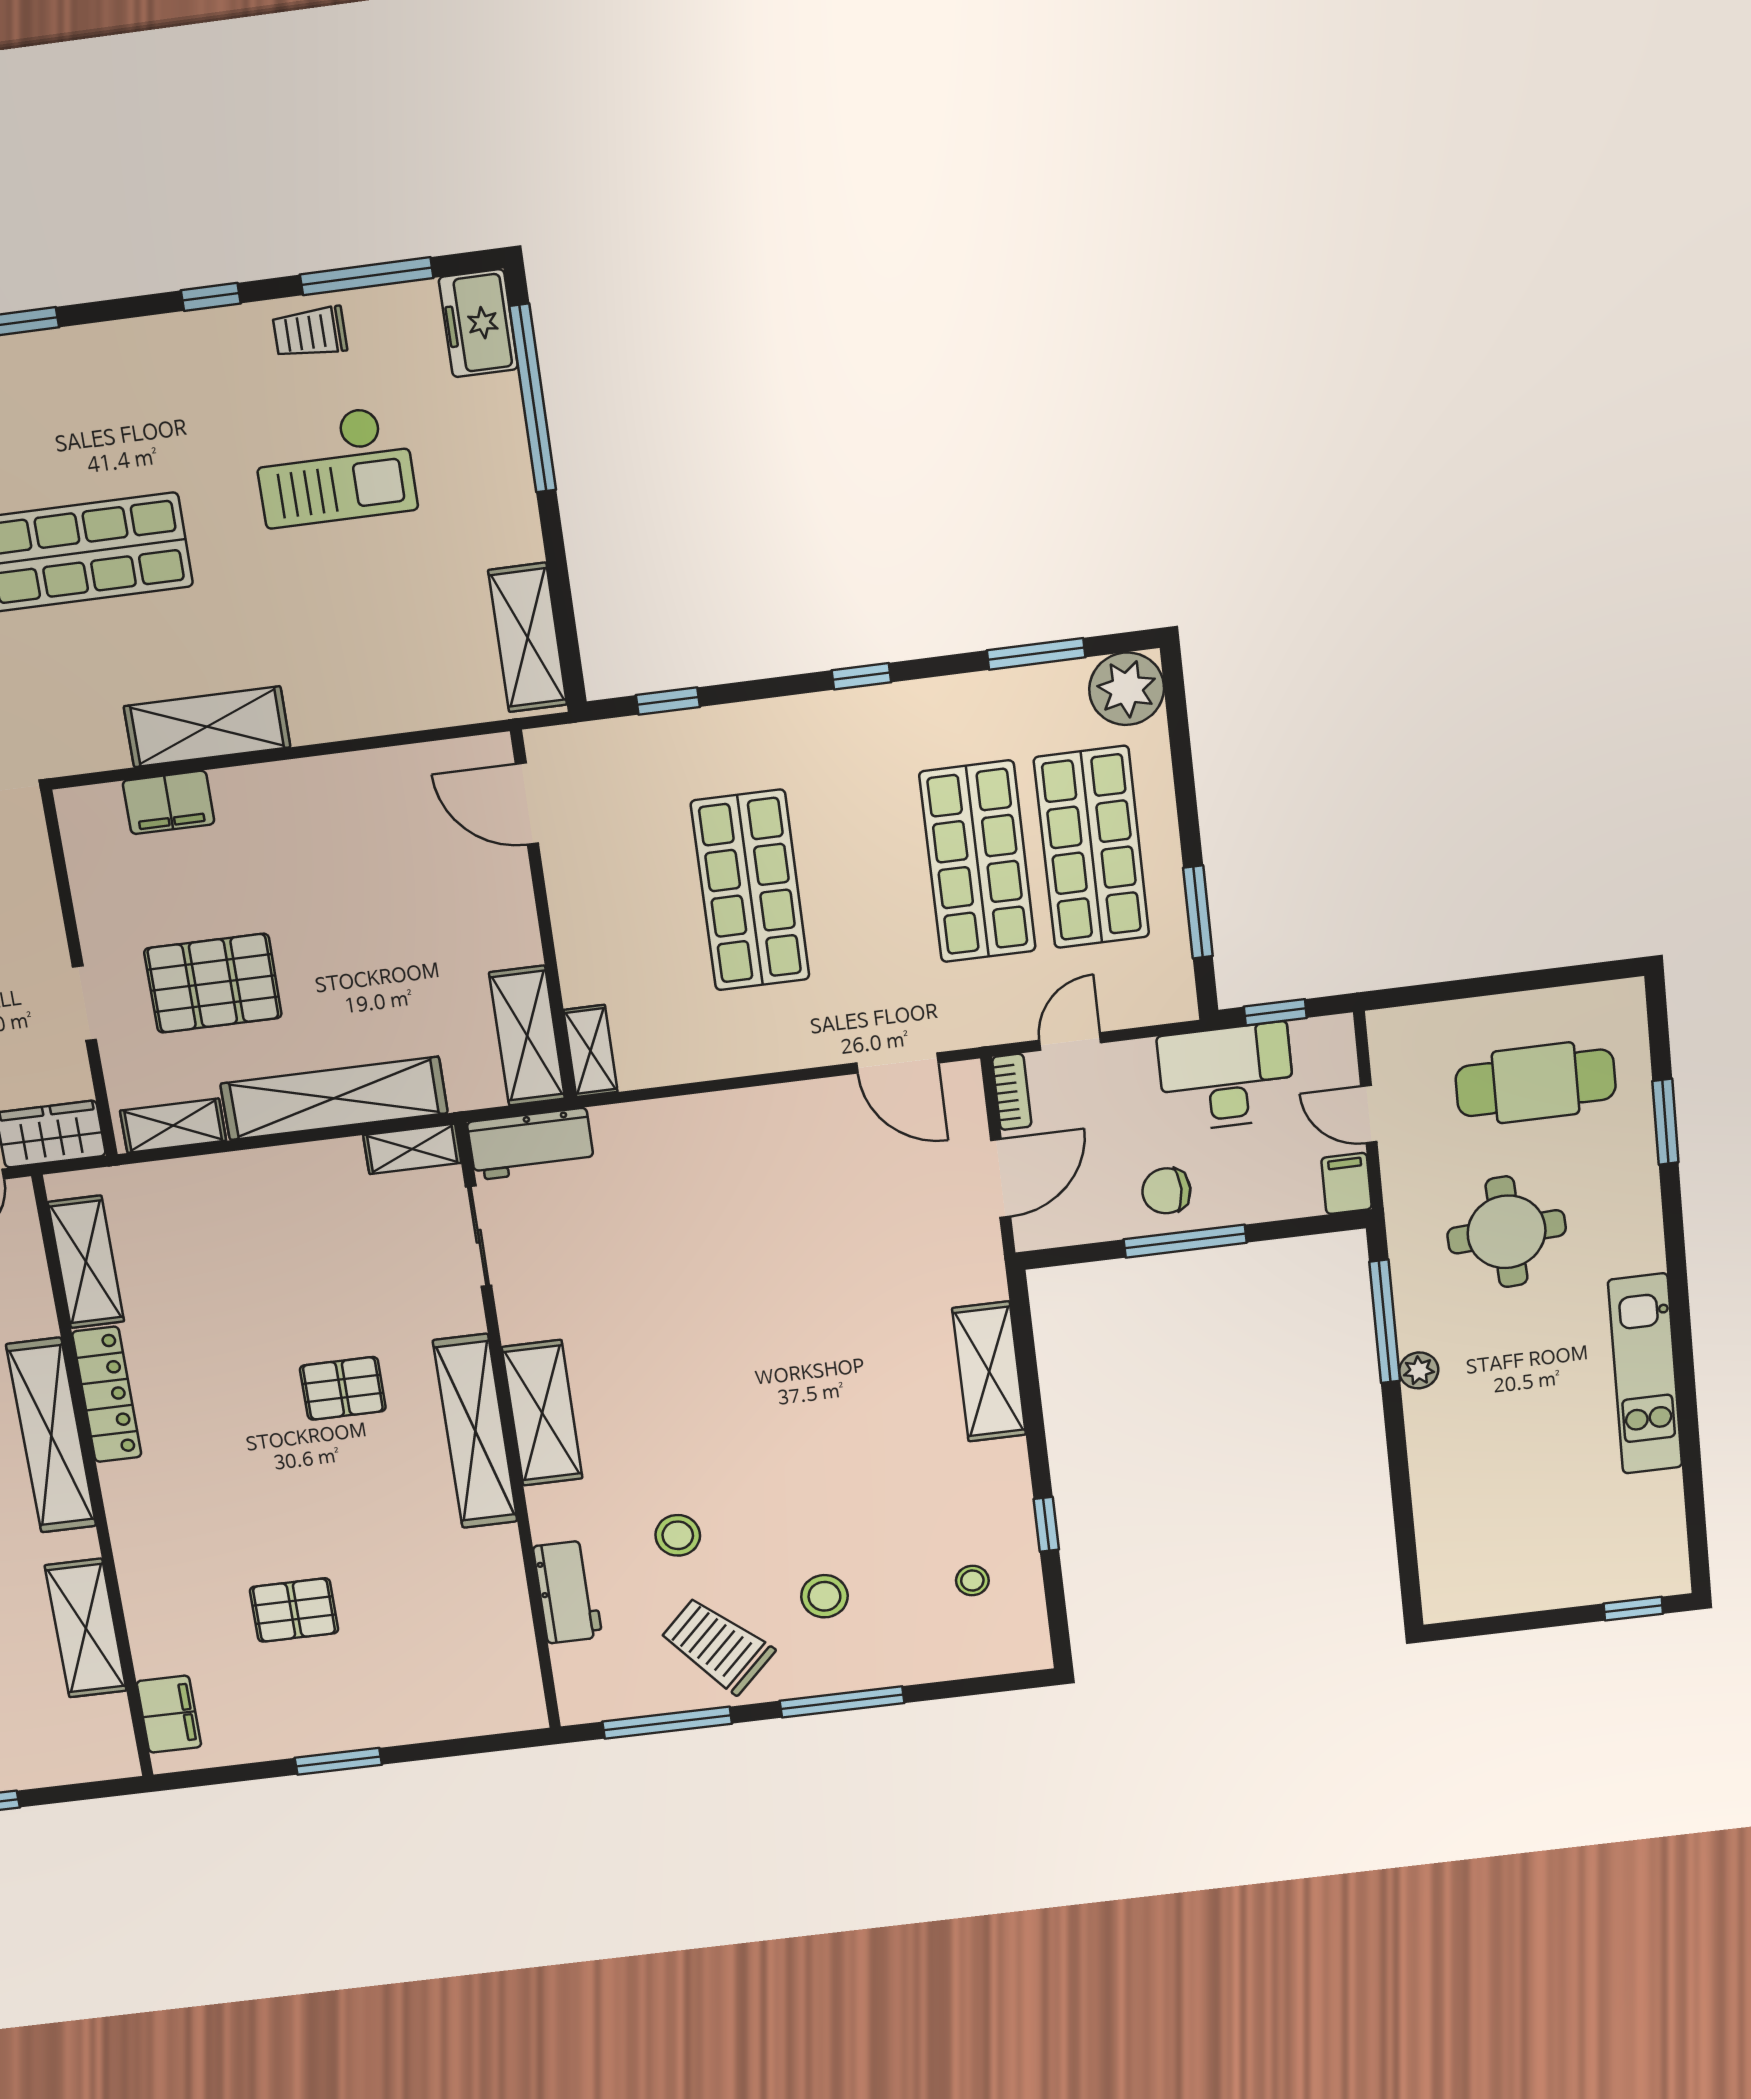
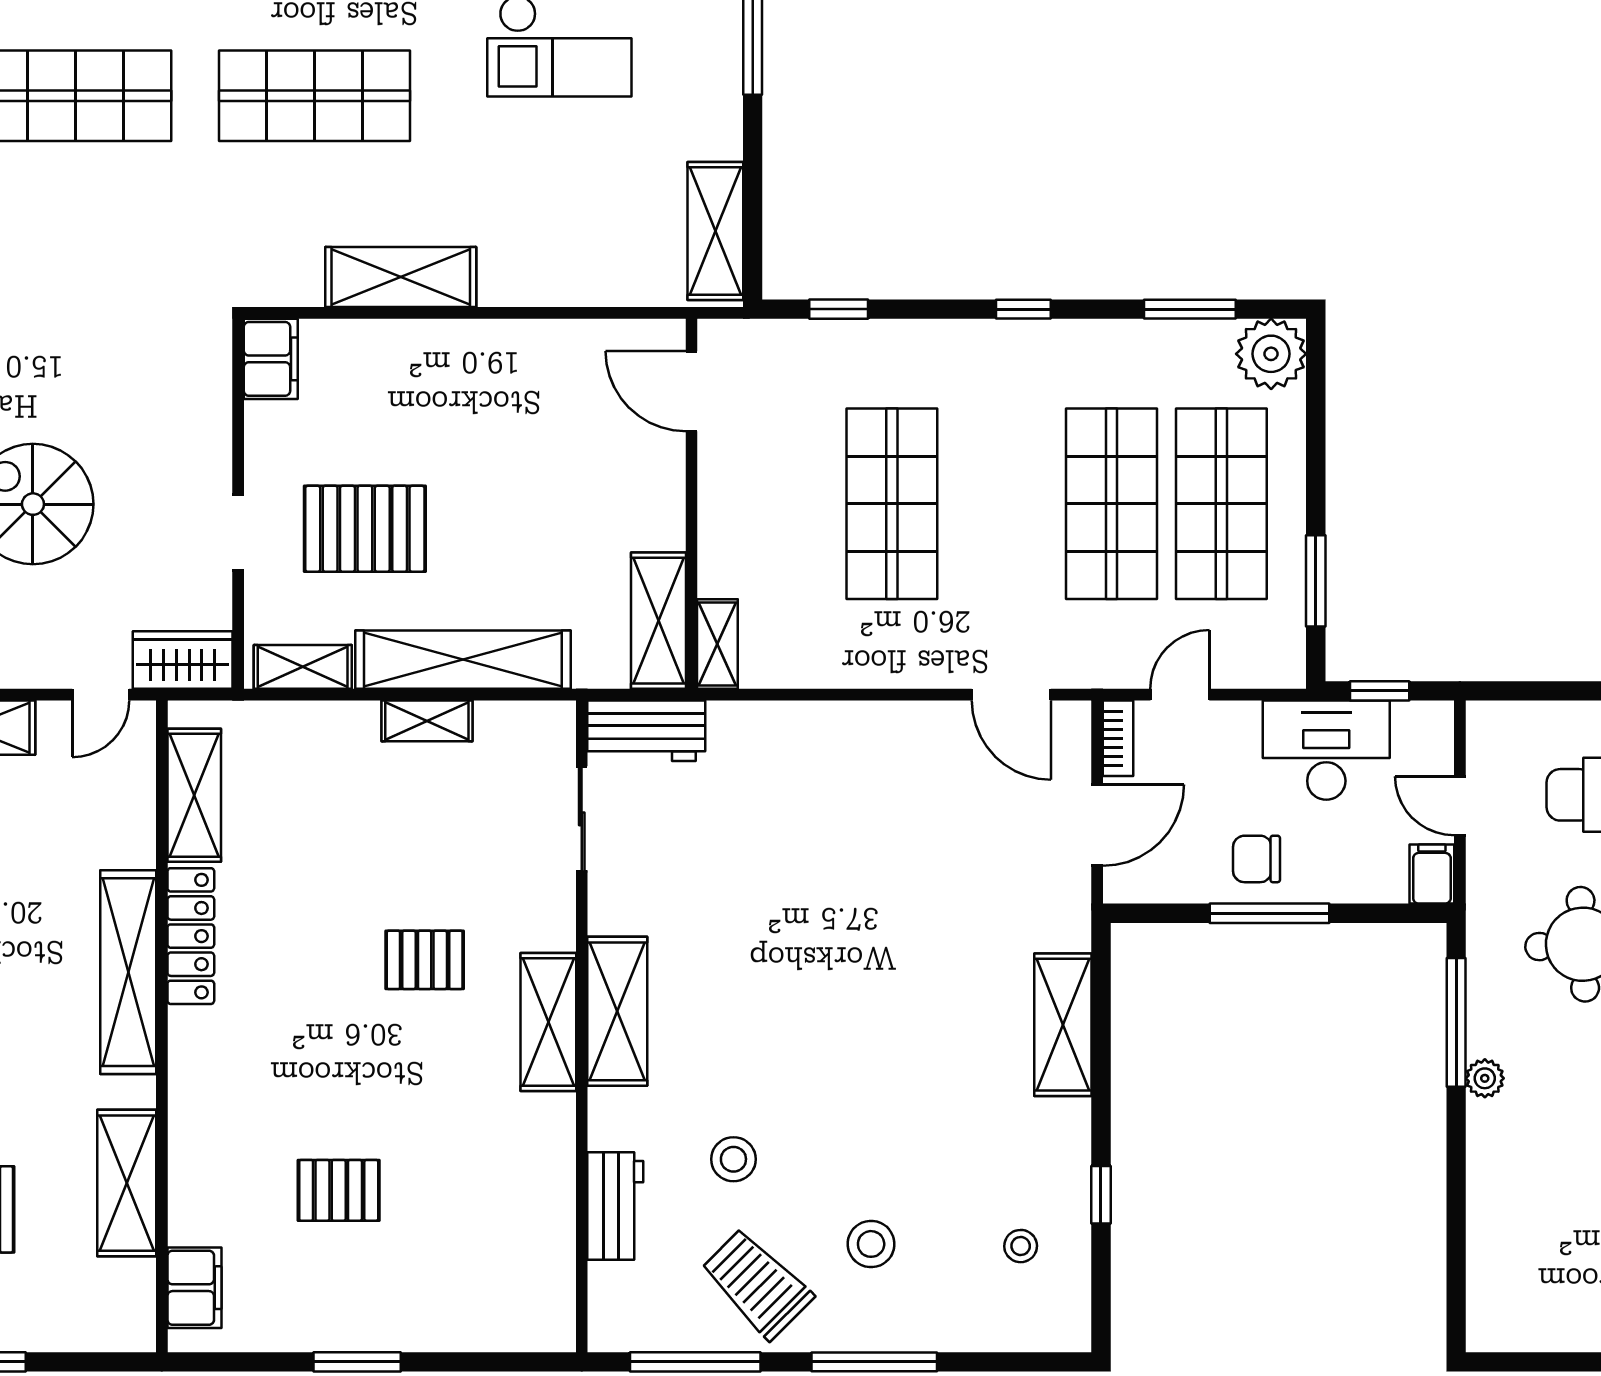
filing cabinet: (169, 802) -> (271, 359), moved, turned -90
shelving: (412, 1149) -> (427, 721), moved
shelving: (475, 1431) -> (548, 1022), width x0.68

